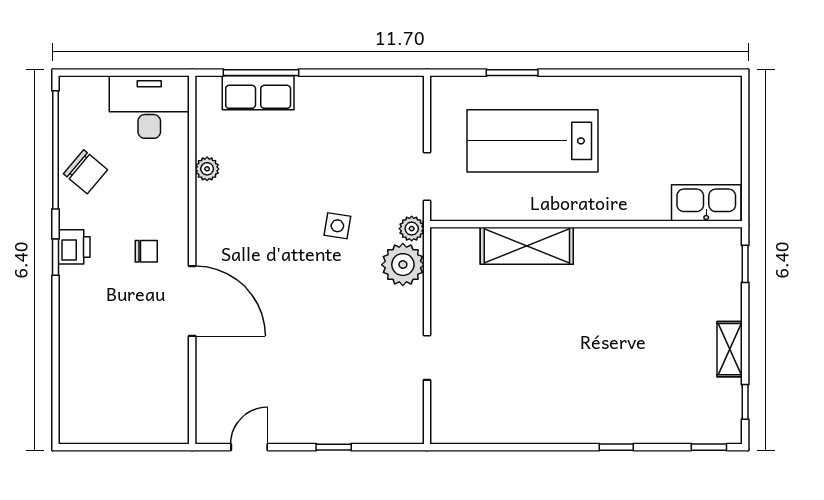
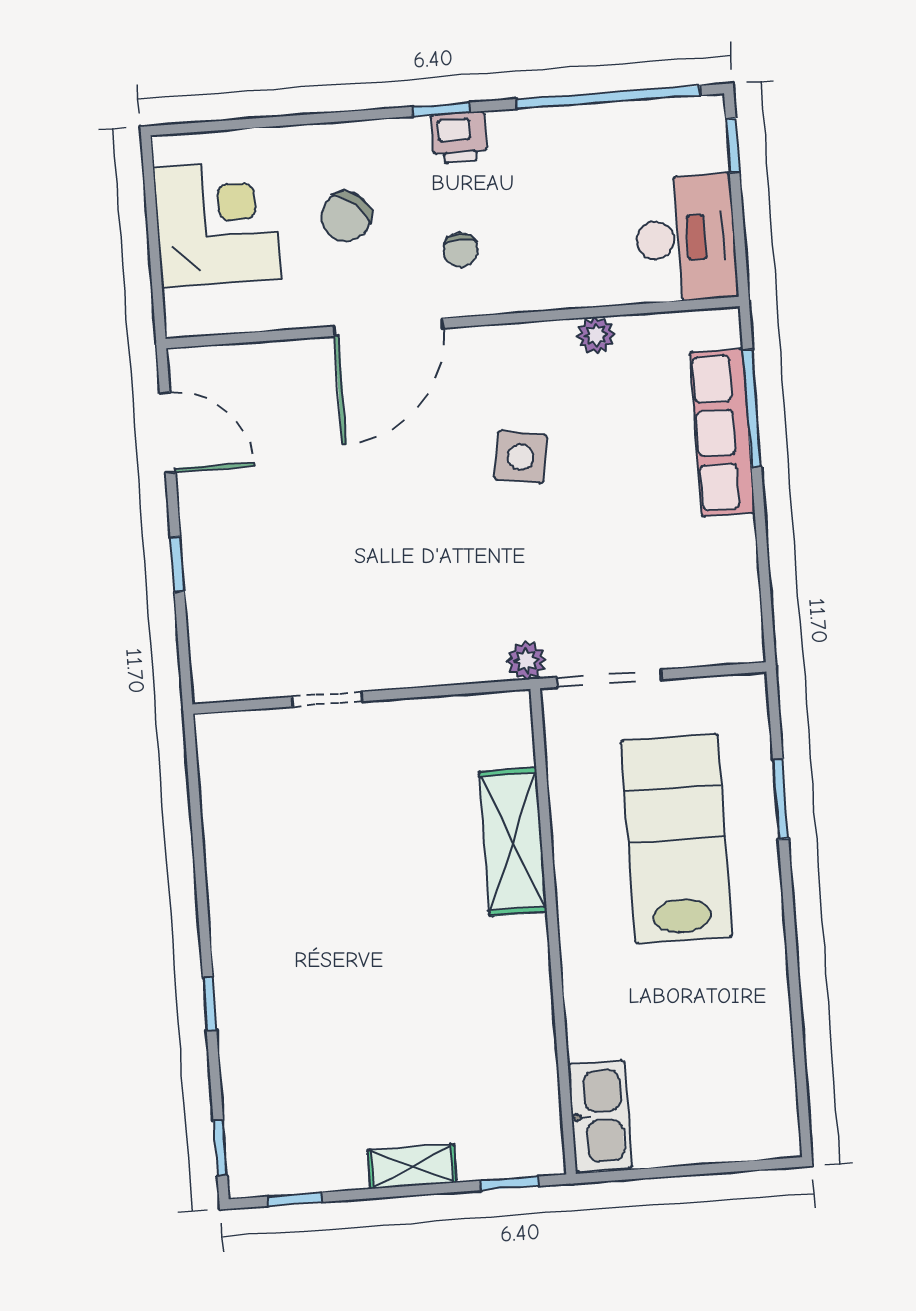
window: (92, 73) -> (733, 145), added
row of seats: (258, 93) -> (722, 433), width x1.48
chair: (86, 172) -> (346, 217), moved
doorway: (427, 177) -> (609, 678), width x1.38
side table: (337, 226) -> (521, 457), moved, width x1.37, depth x1.37
plant: (403, 265) -> (469, 651), removed
shelving: (730, 349) -> (412, 1166), moved
corner desk: (118, 406) -> (217, 224), added
door: (249, 447) -> (168, 433), width x1.37

